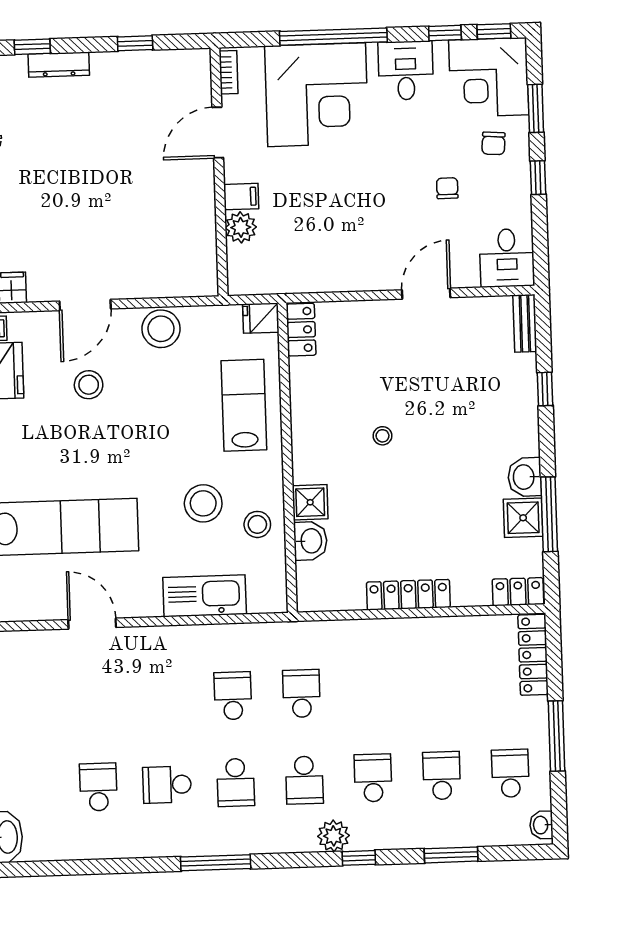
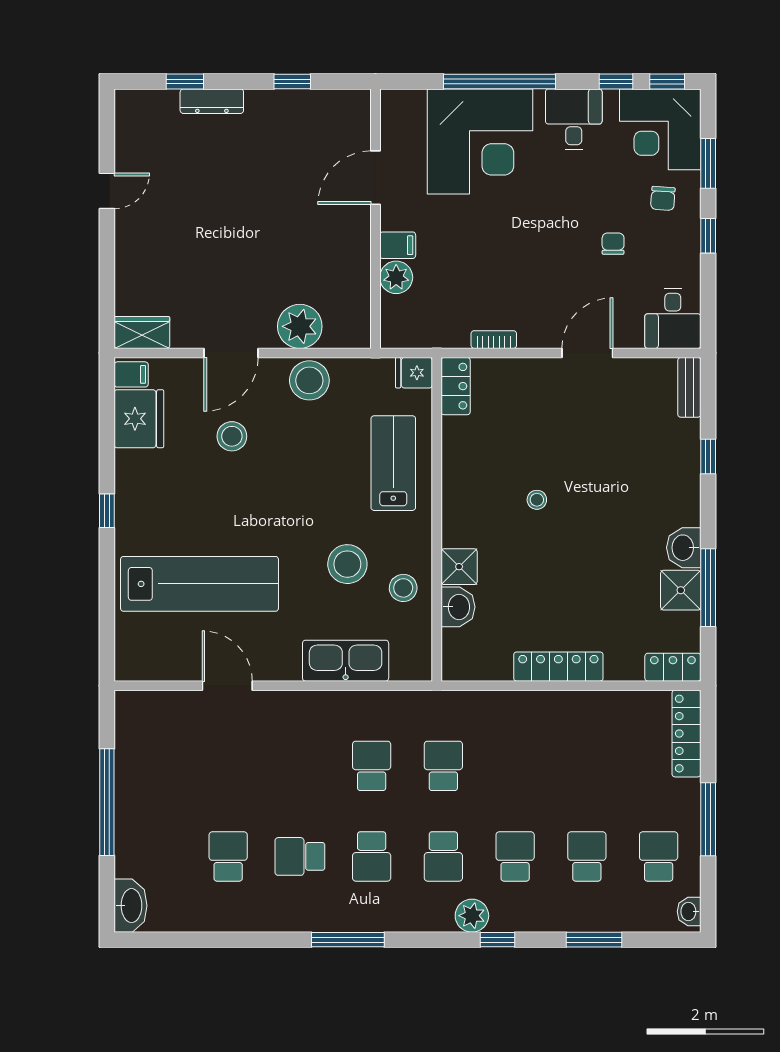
bookcase: (229, 72) -> (494, 340), moved, turned -90
plant: (150, 277) -> (300, 326), added

